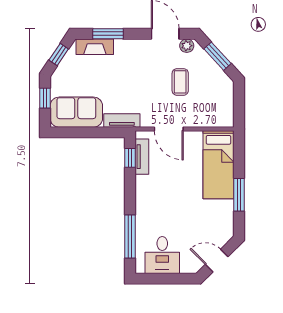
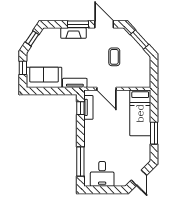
window: (108, 34) -> (78, 24), moved
plant: (187, 46) -> (119, 32), removed
fireplace: (95, 47) -> (73, 33), moved
door: (217, 261) -> (139, 178), swing flipped

